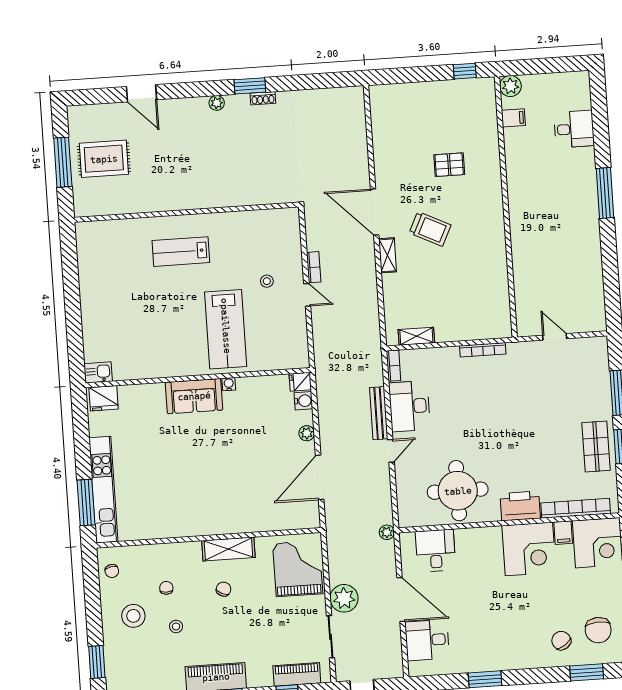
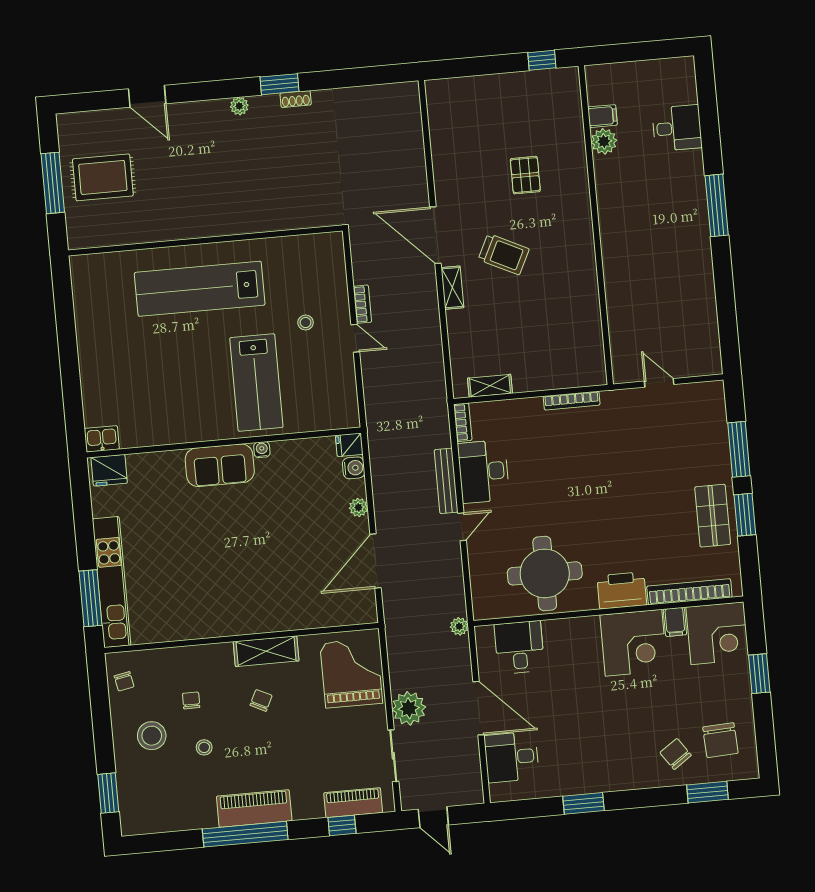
plant: (510, 86) -> (604, 141), moved
pallet: (449, 165) -> (525, 175), turned 90
lab bench: (181, 252) -> (200, 289), width x1.86, depth x1.39

